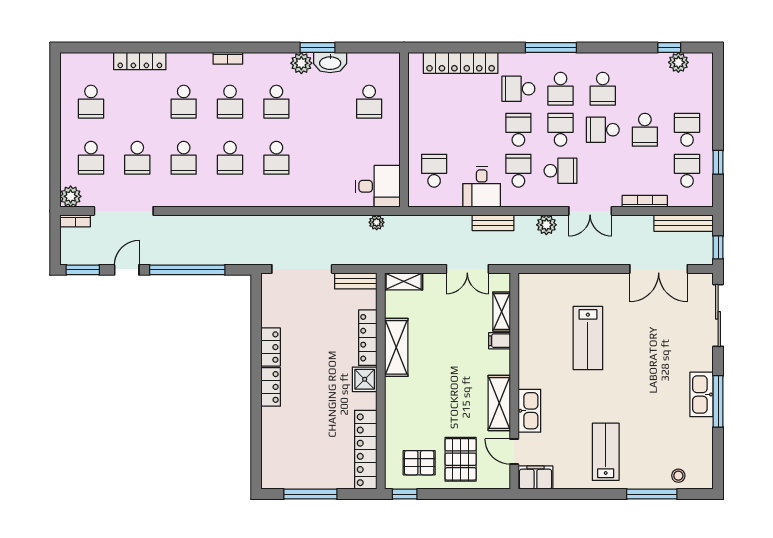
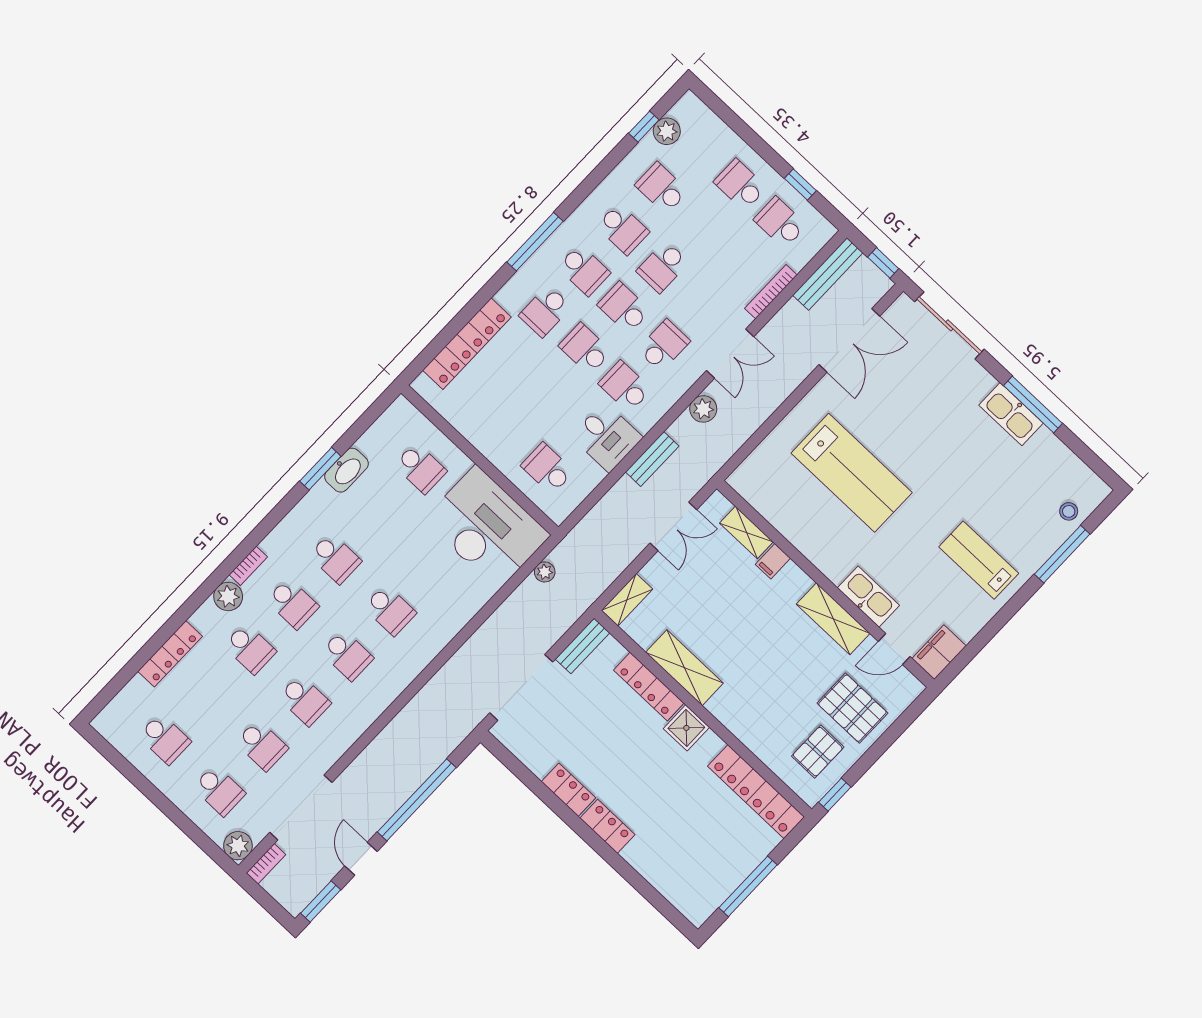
plant: (301, 63) -> (228, 596), moved
school desk: (645, 130) -> (662, 188), moved, turned 180
desk: (378, 186) -> (487, 527), width x1.87, depth x1.30
lab bench: (588, 338) -> (852, 473), width x1.36, depth x1.39

